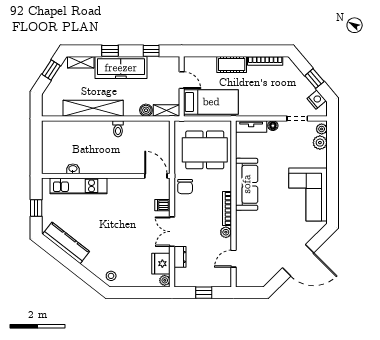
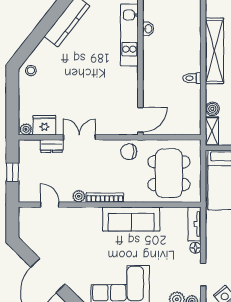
dishwasher: (162, 205) -> (108, 127), removed

